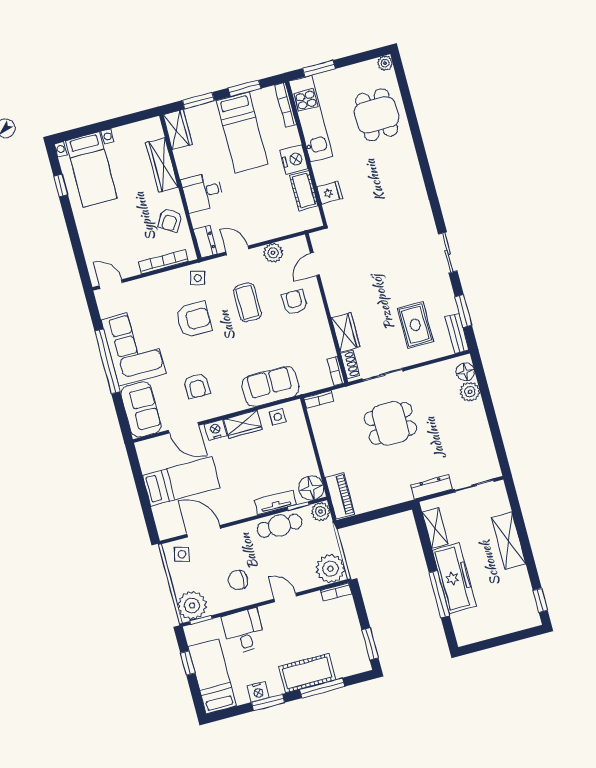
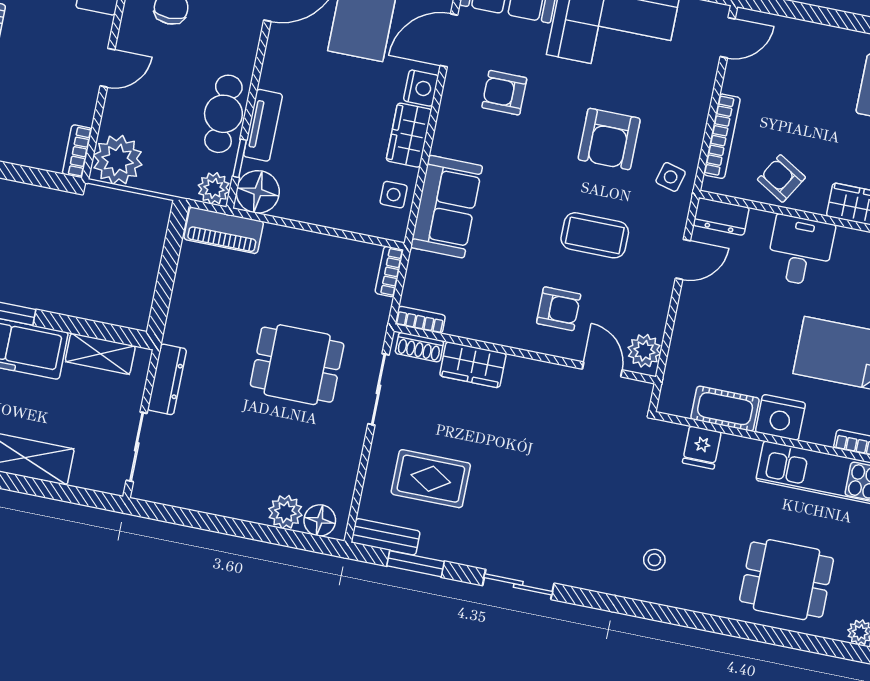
stool: (400, 188) -> (654, 560), added
plant: (273, 253) -> (644, 351), moved
dining table: (391, 423) -> (297, 365), turned 90

